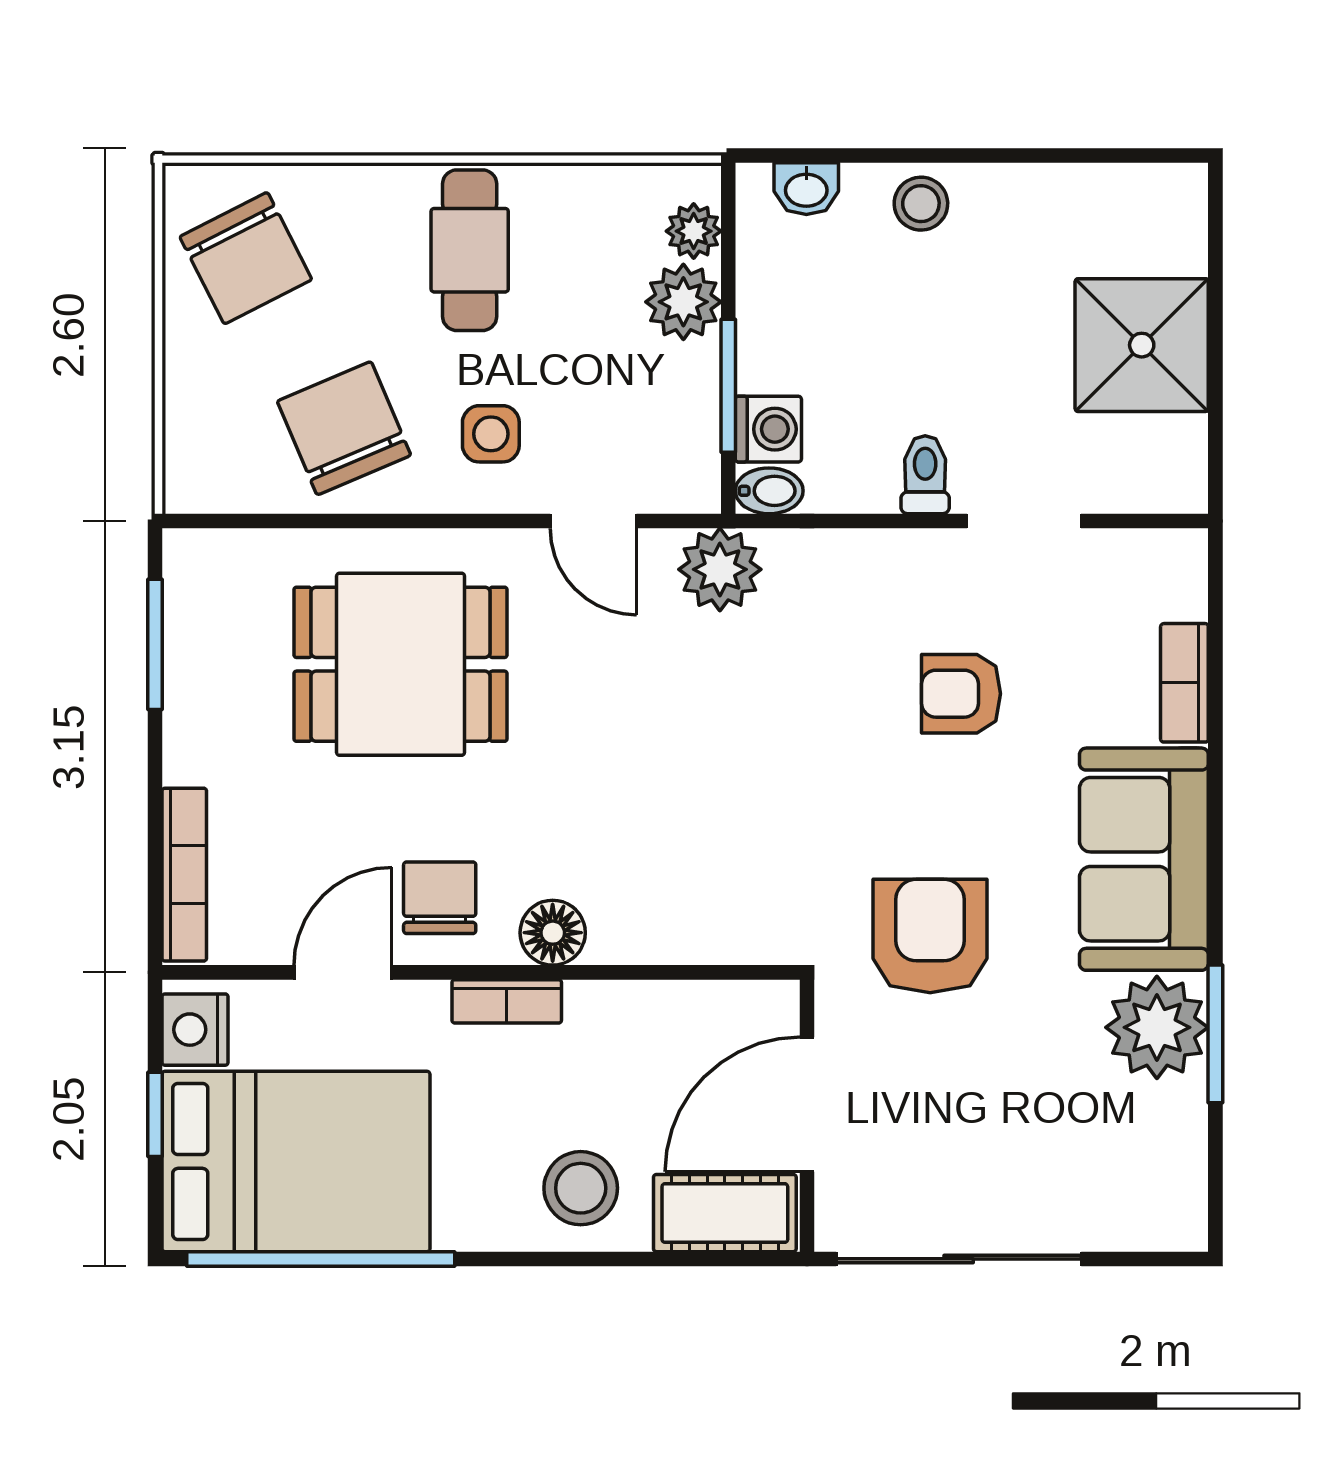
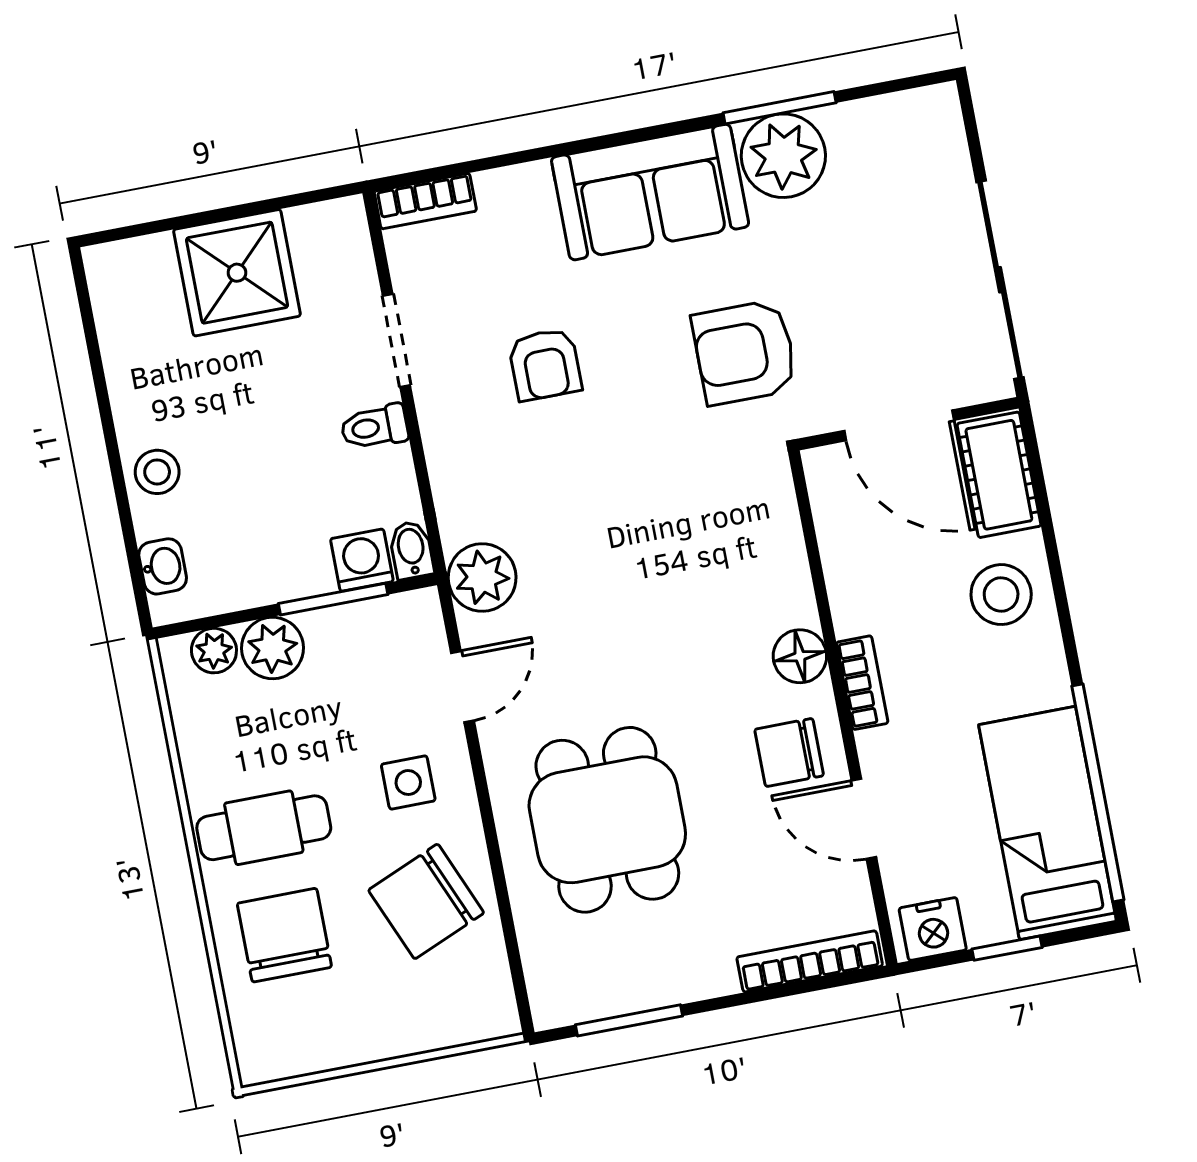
chair: (246, 258) -> (284, 935), moved, turned -63
bookcase: (1184, 683) -> (425, 201), moved
bed: (296, 1161) -> (1047, 823), width x0.67

